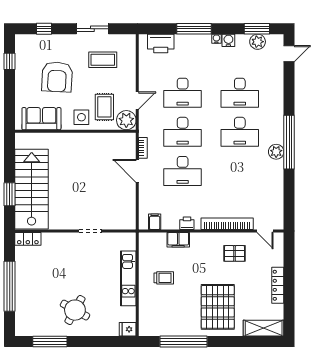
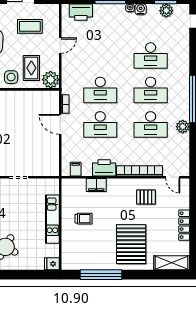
desk: (183, 93) -> (151, 124), moved
door: (137, 100) -> (60, 46), moved
plant: (276, 152) -> (183, 127), moved
printer: (187, 223) -> (104, 168), width x1.87, depth x1.48

